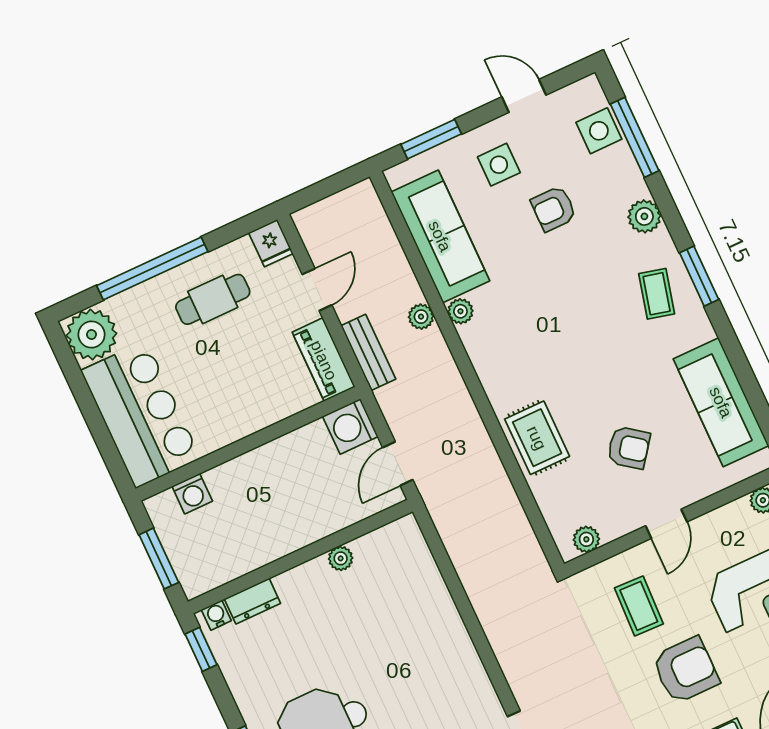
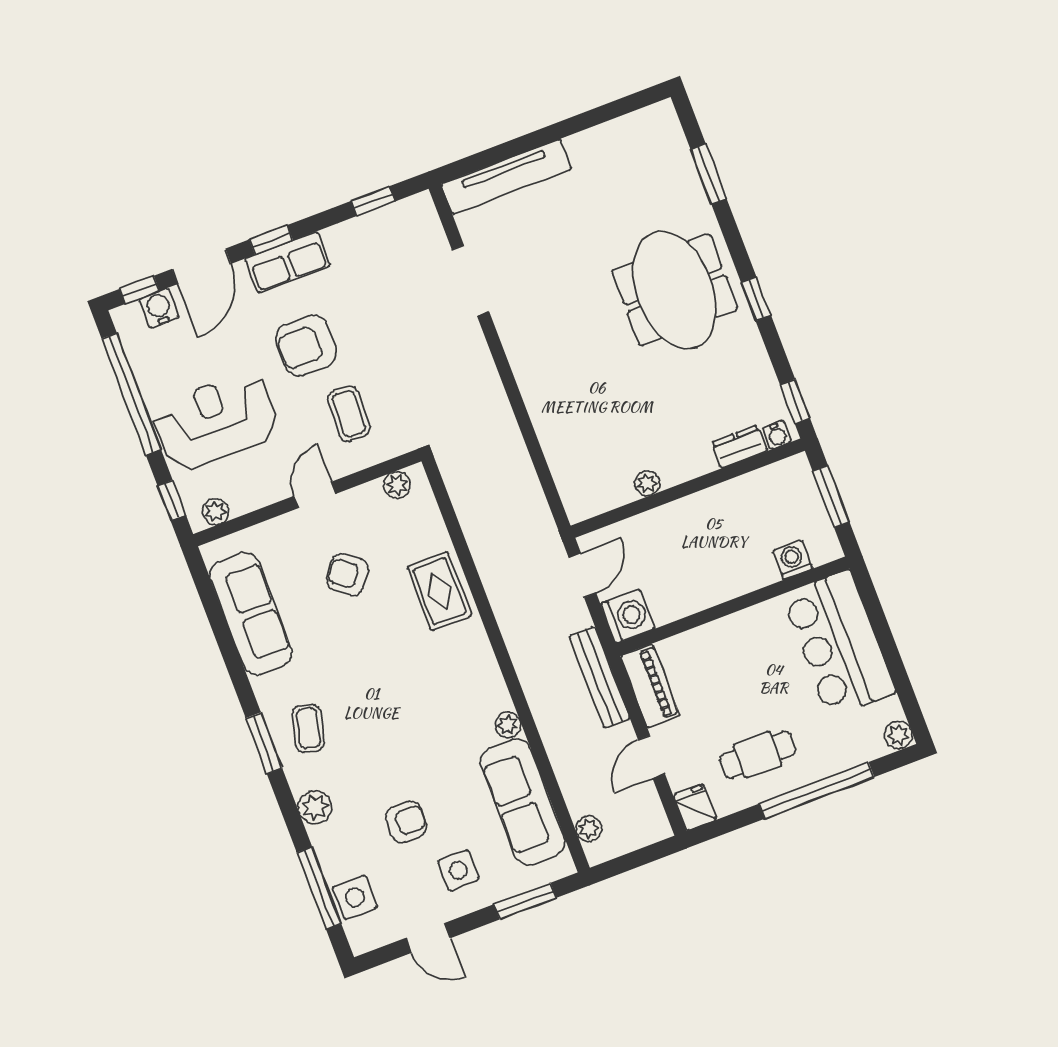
plant: (421, 317) -> (589, 829), moved
plant: (92, 335) -> (898, 735), width x0.53, depth x0.53
bench: (368, 352) -> (599, 677), width x1.36

